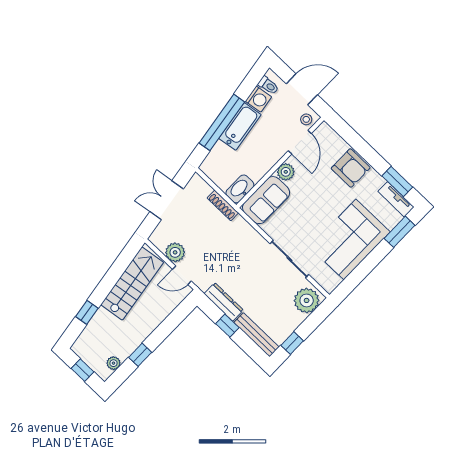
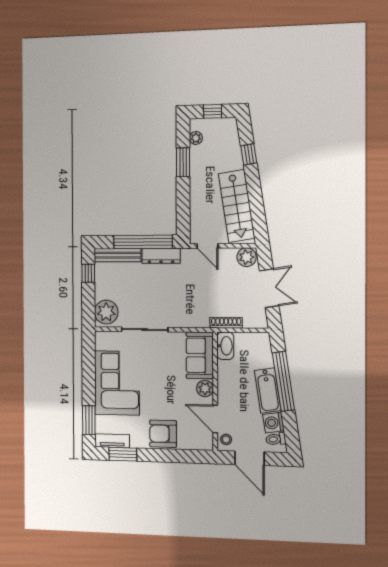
door: (302, 89) -> (249, 458), hinge flipped
plant: (175, 252) -> (247, 257), moved
door: (182, 275) -> (207, 246), swing flipped
window: (227, 326) -> (143, 242), width x3.17
window: (140, 355) -> (183, 162), width x1.50

